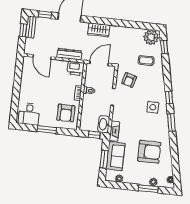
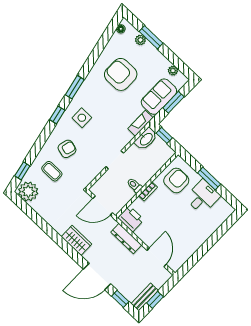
armchair: (129, 80) -> (67, 149), moved
desk: (29, 114) -> (203, 197), moved

